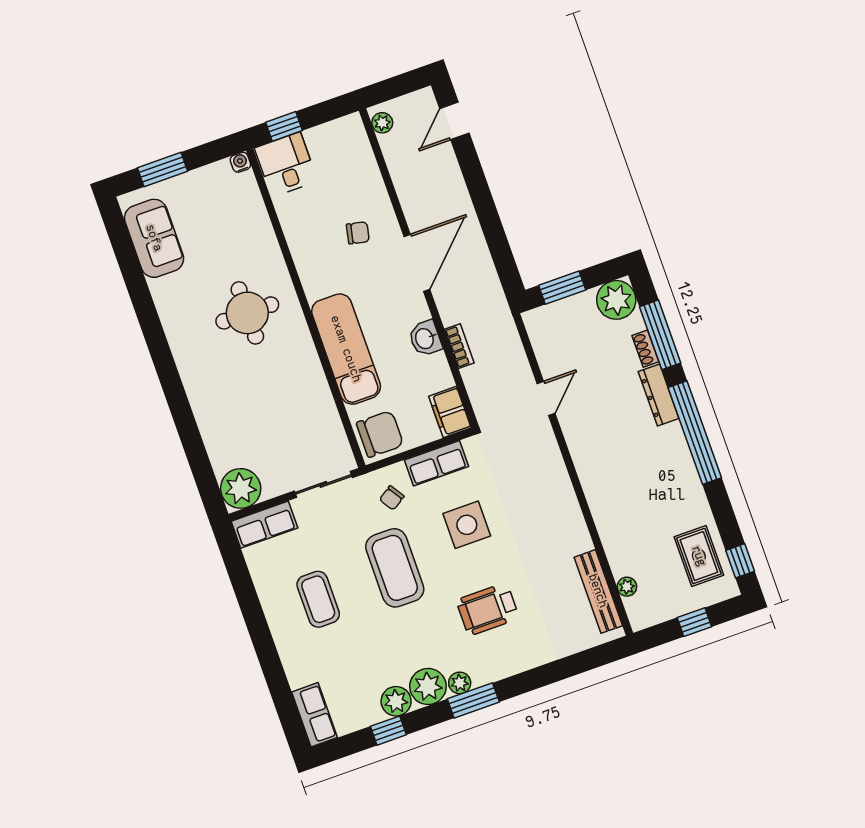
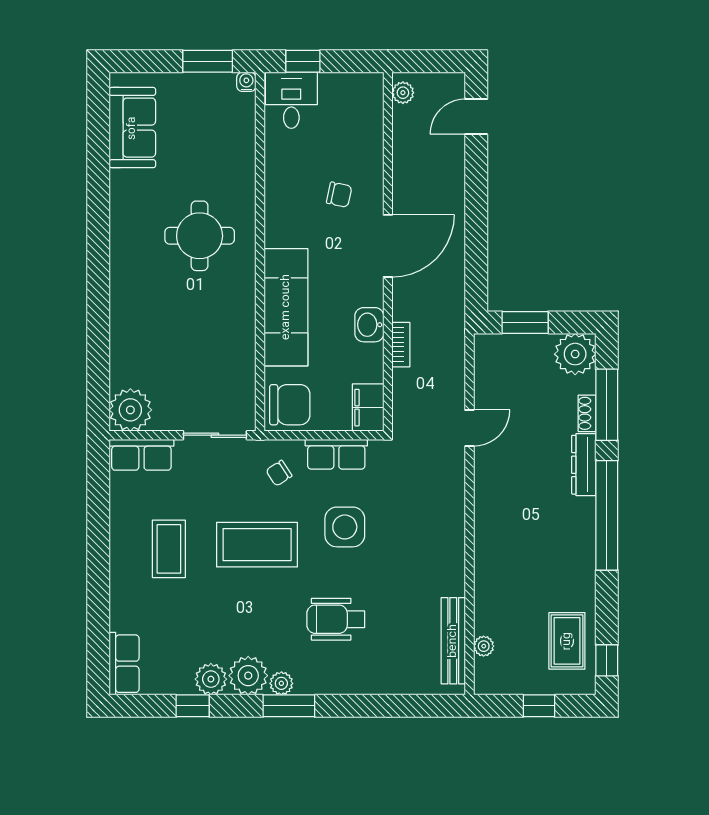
window: (163, 169) -> (208, 61), moved
coffee table: (395, 568) -> (257, 545), turned 90

